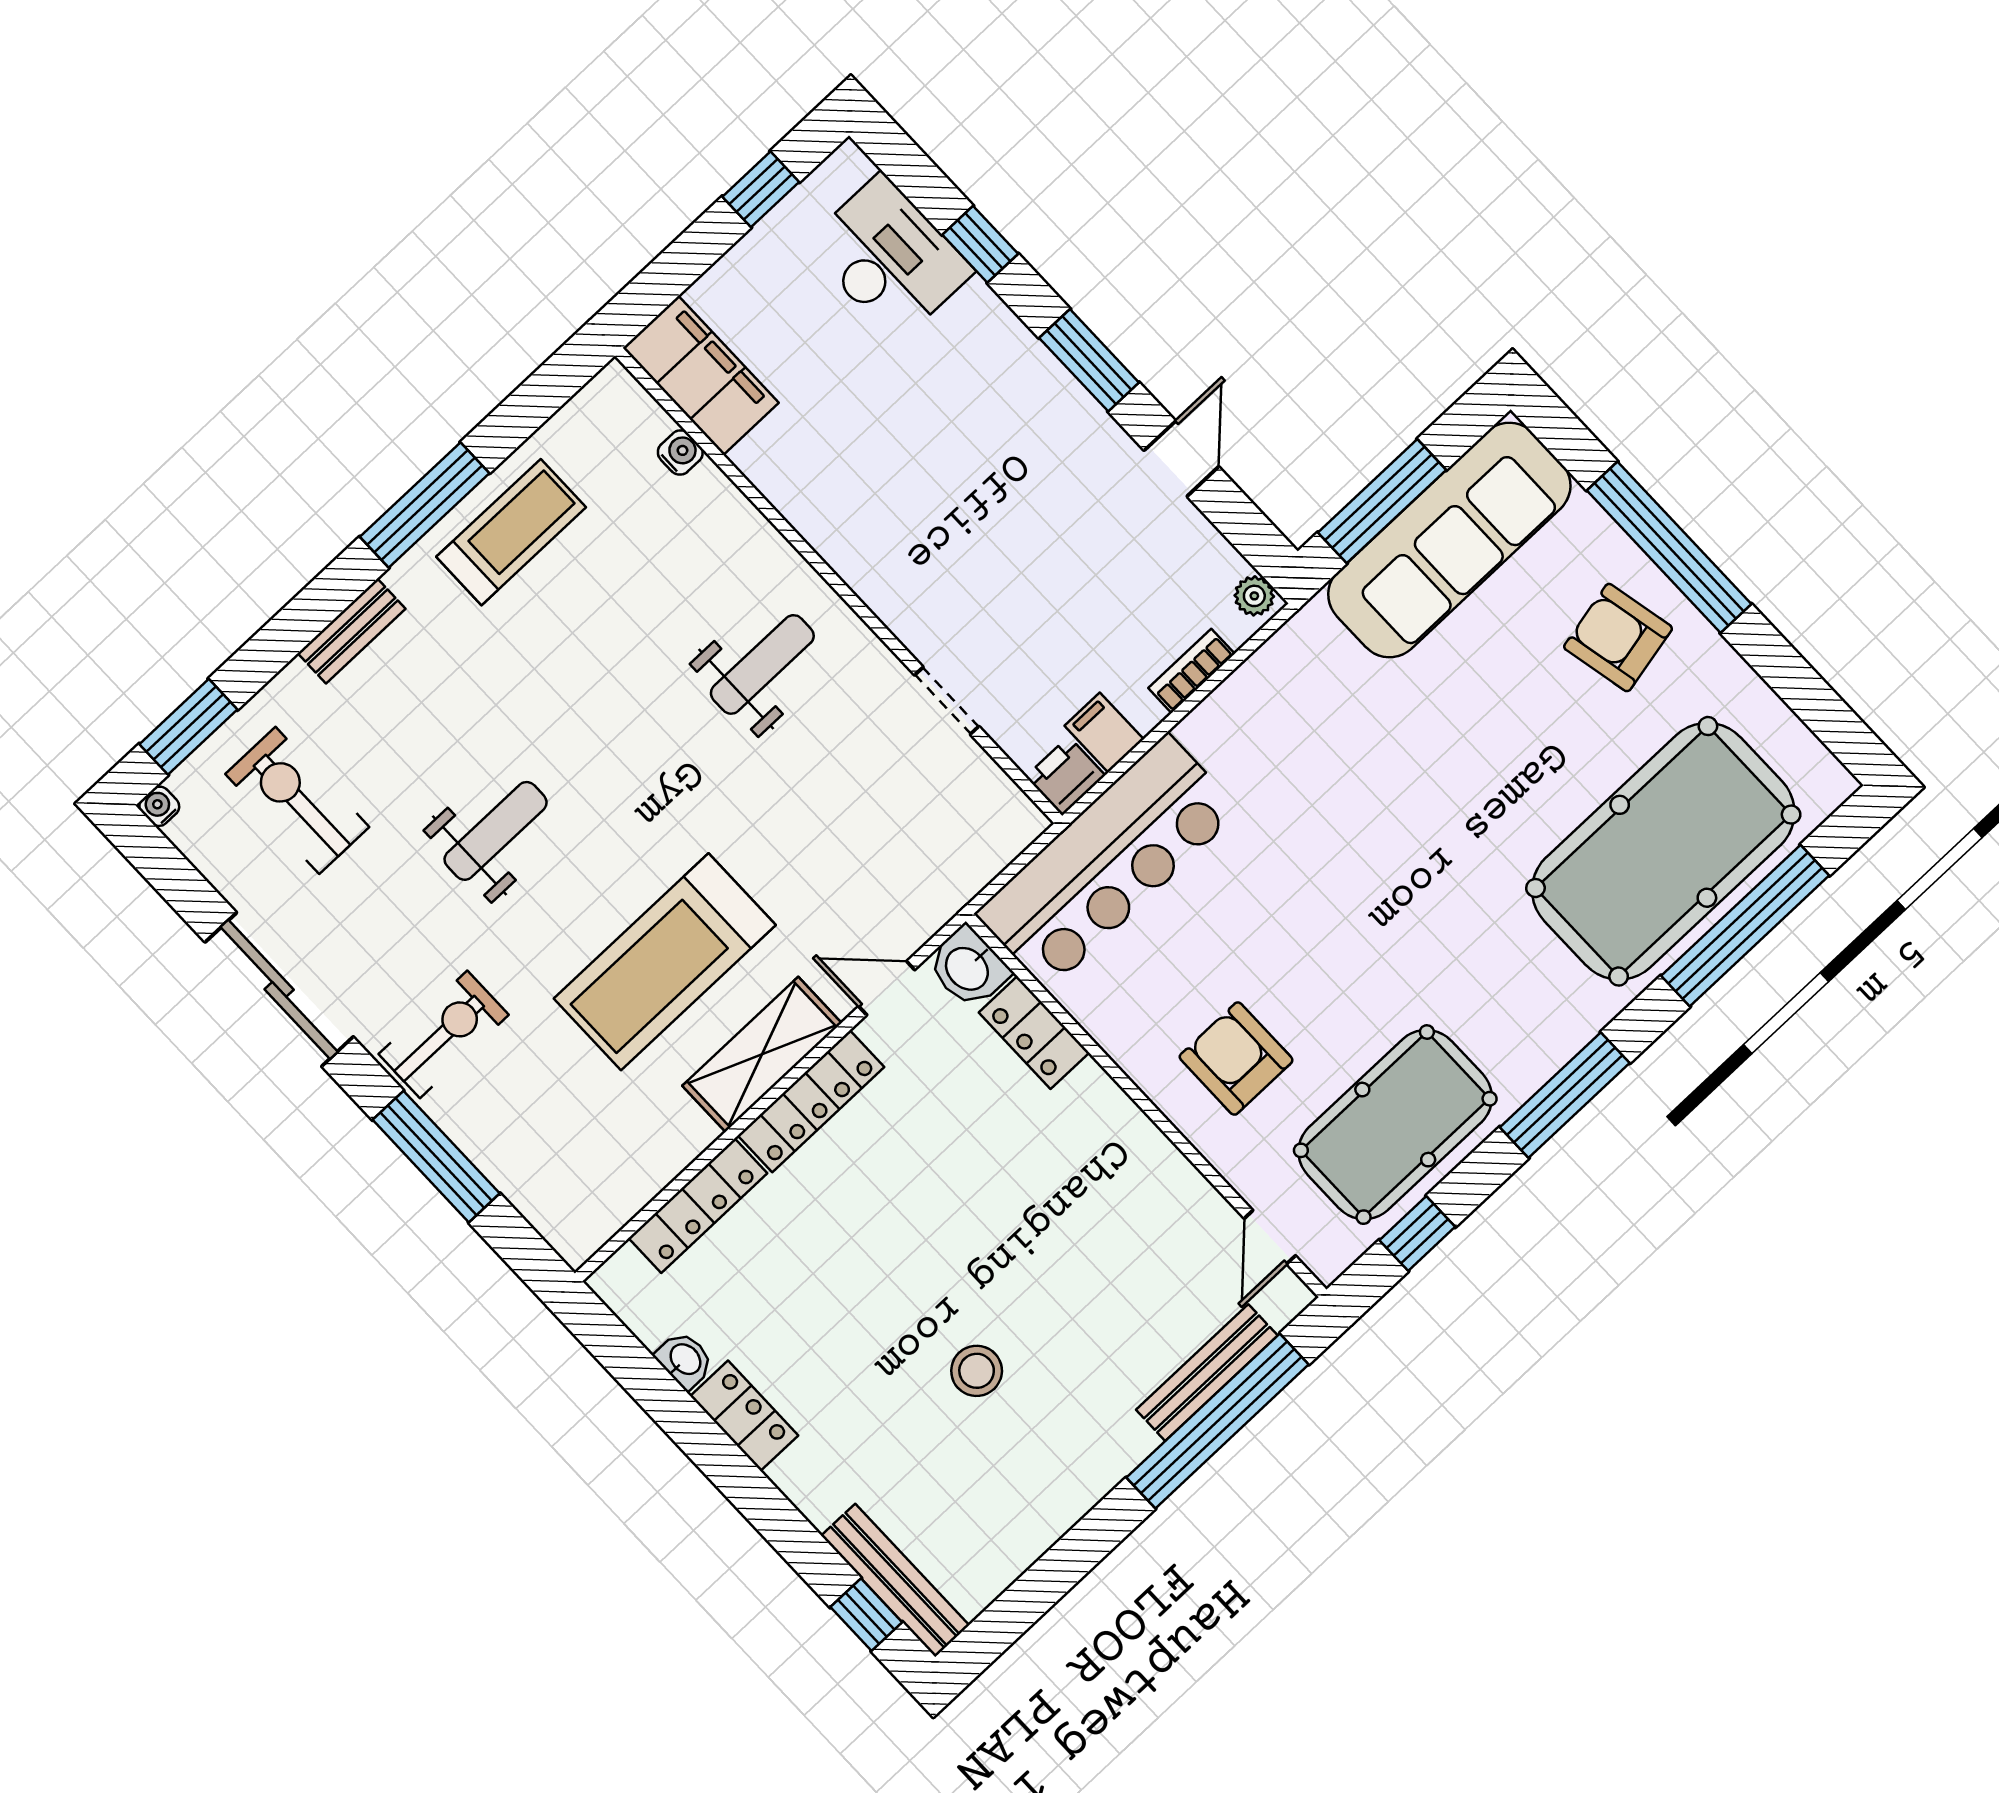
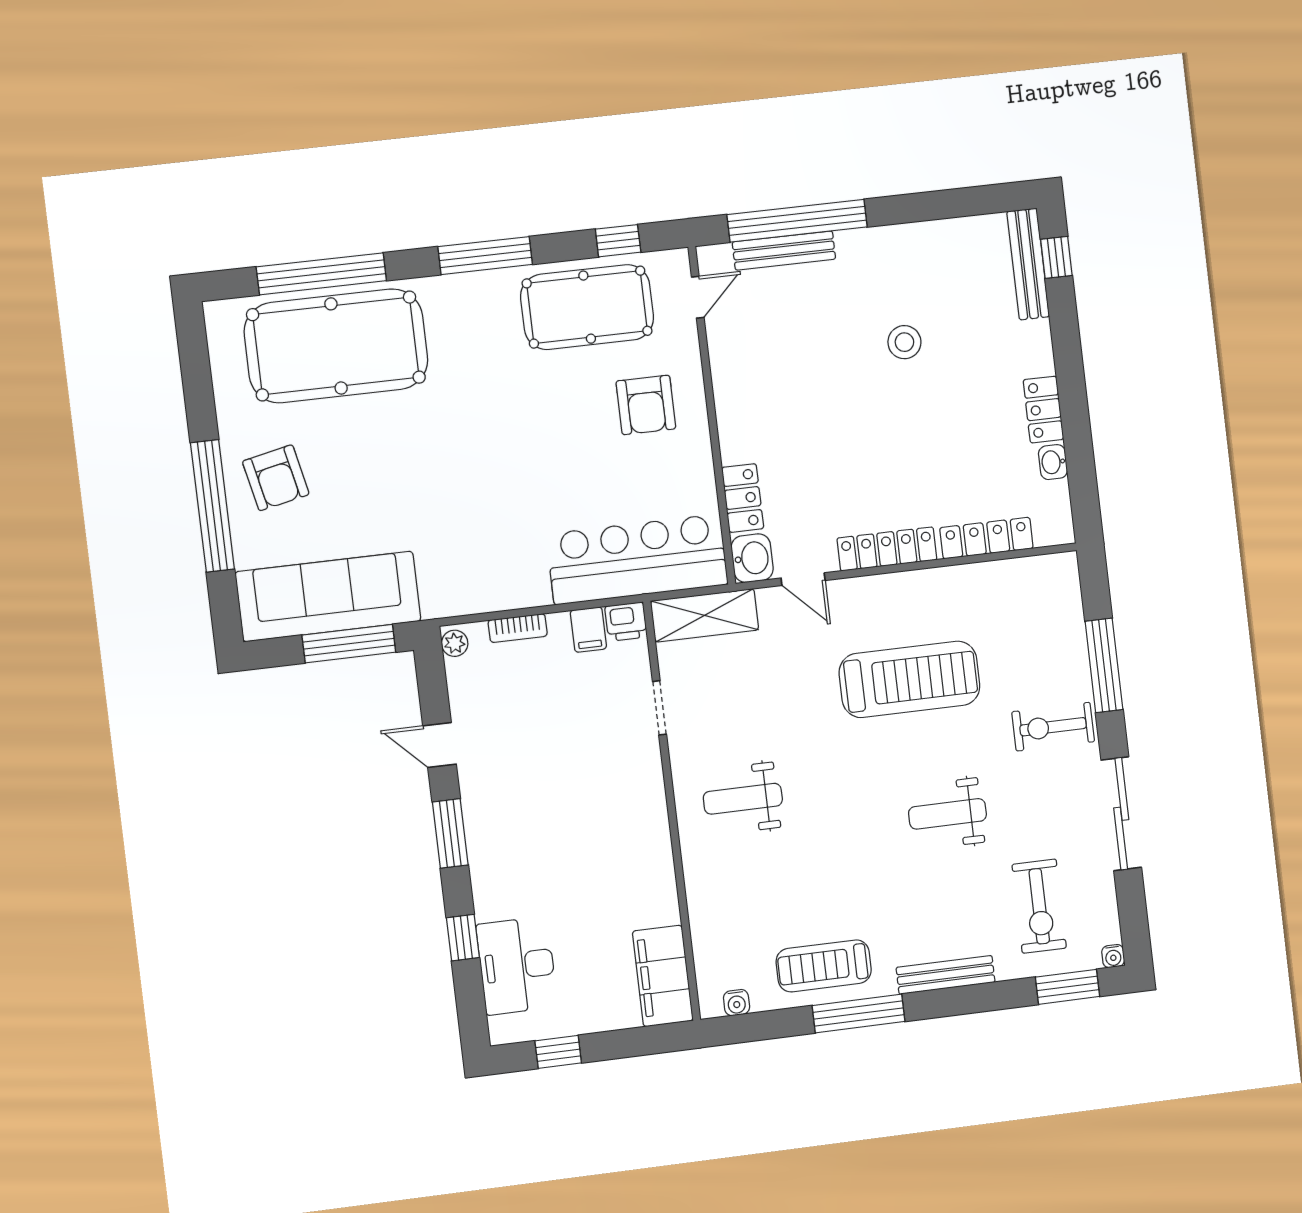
water cooler: (680, 453) -> (737, 1003), moved, turned -90
door: (1181, 459) -> (440, 745), hinge flipped
bench: (352, 631) -> (946, 975), width x1.36
shelving: (762, 1054) -> (705, 615), moved

